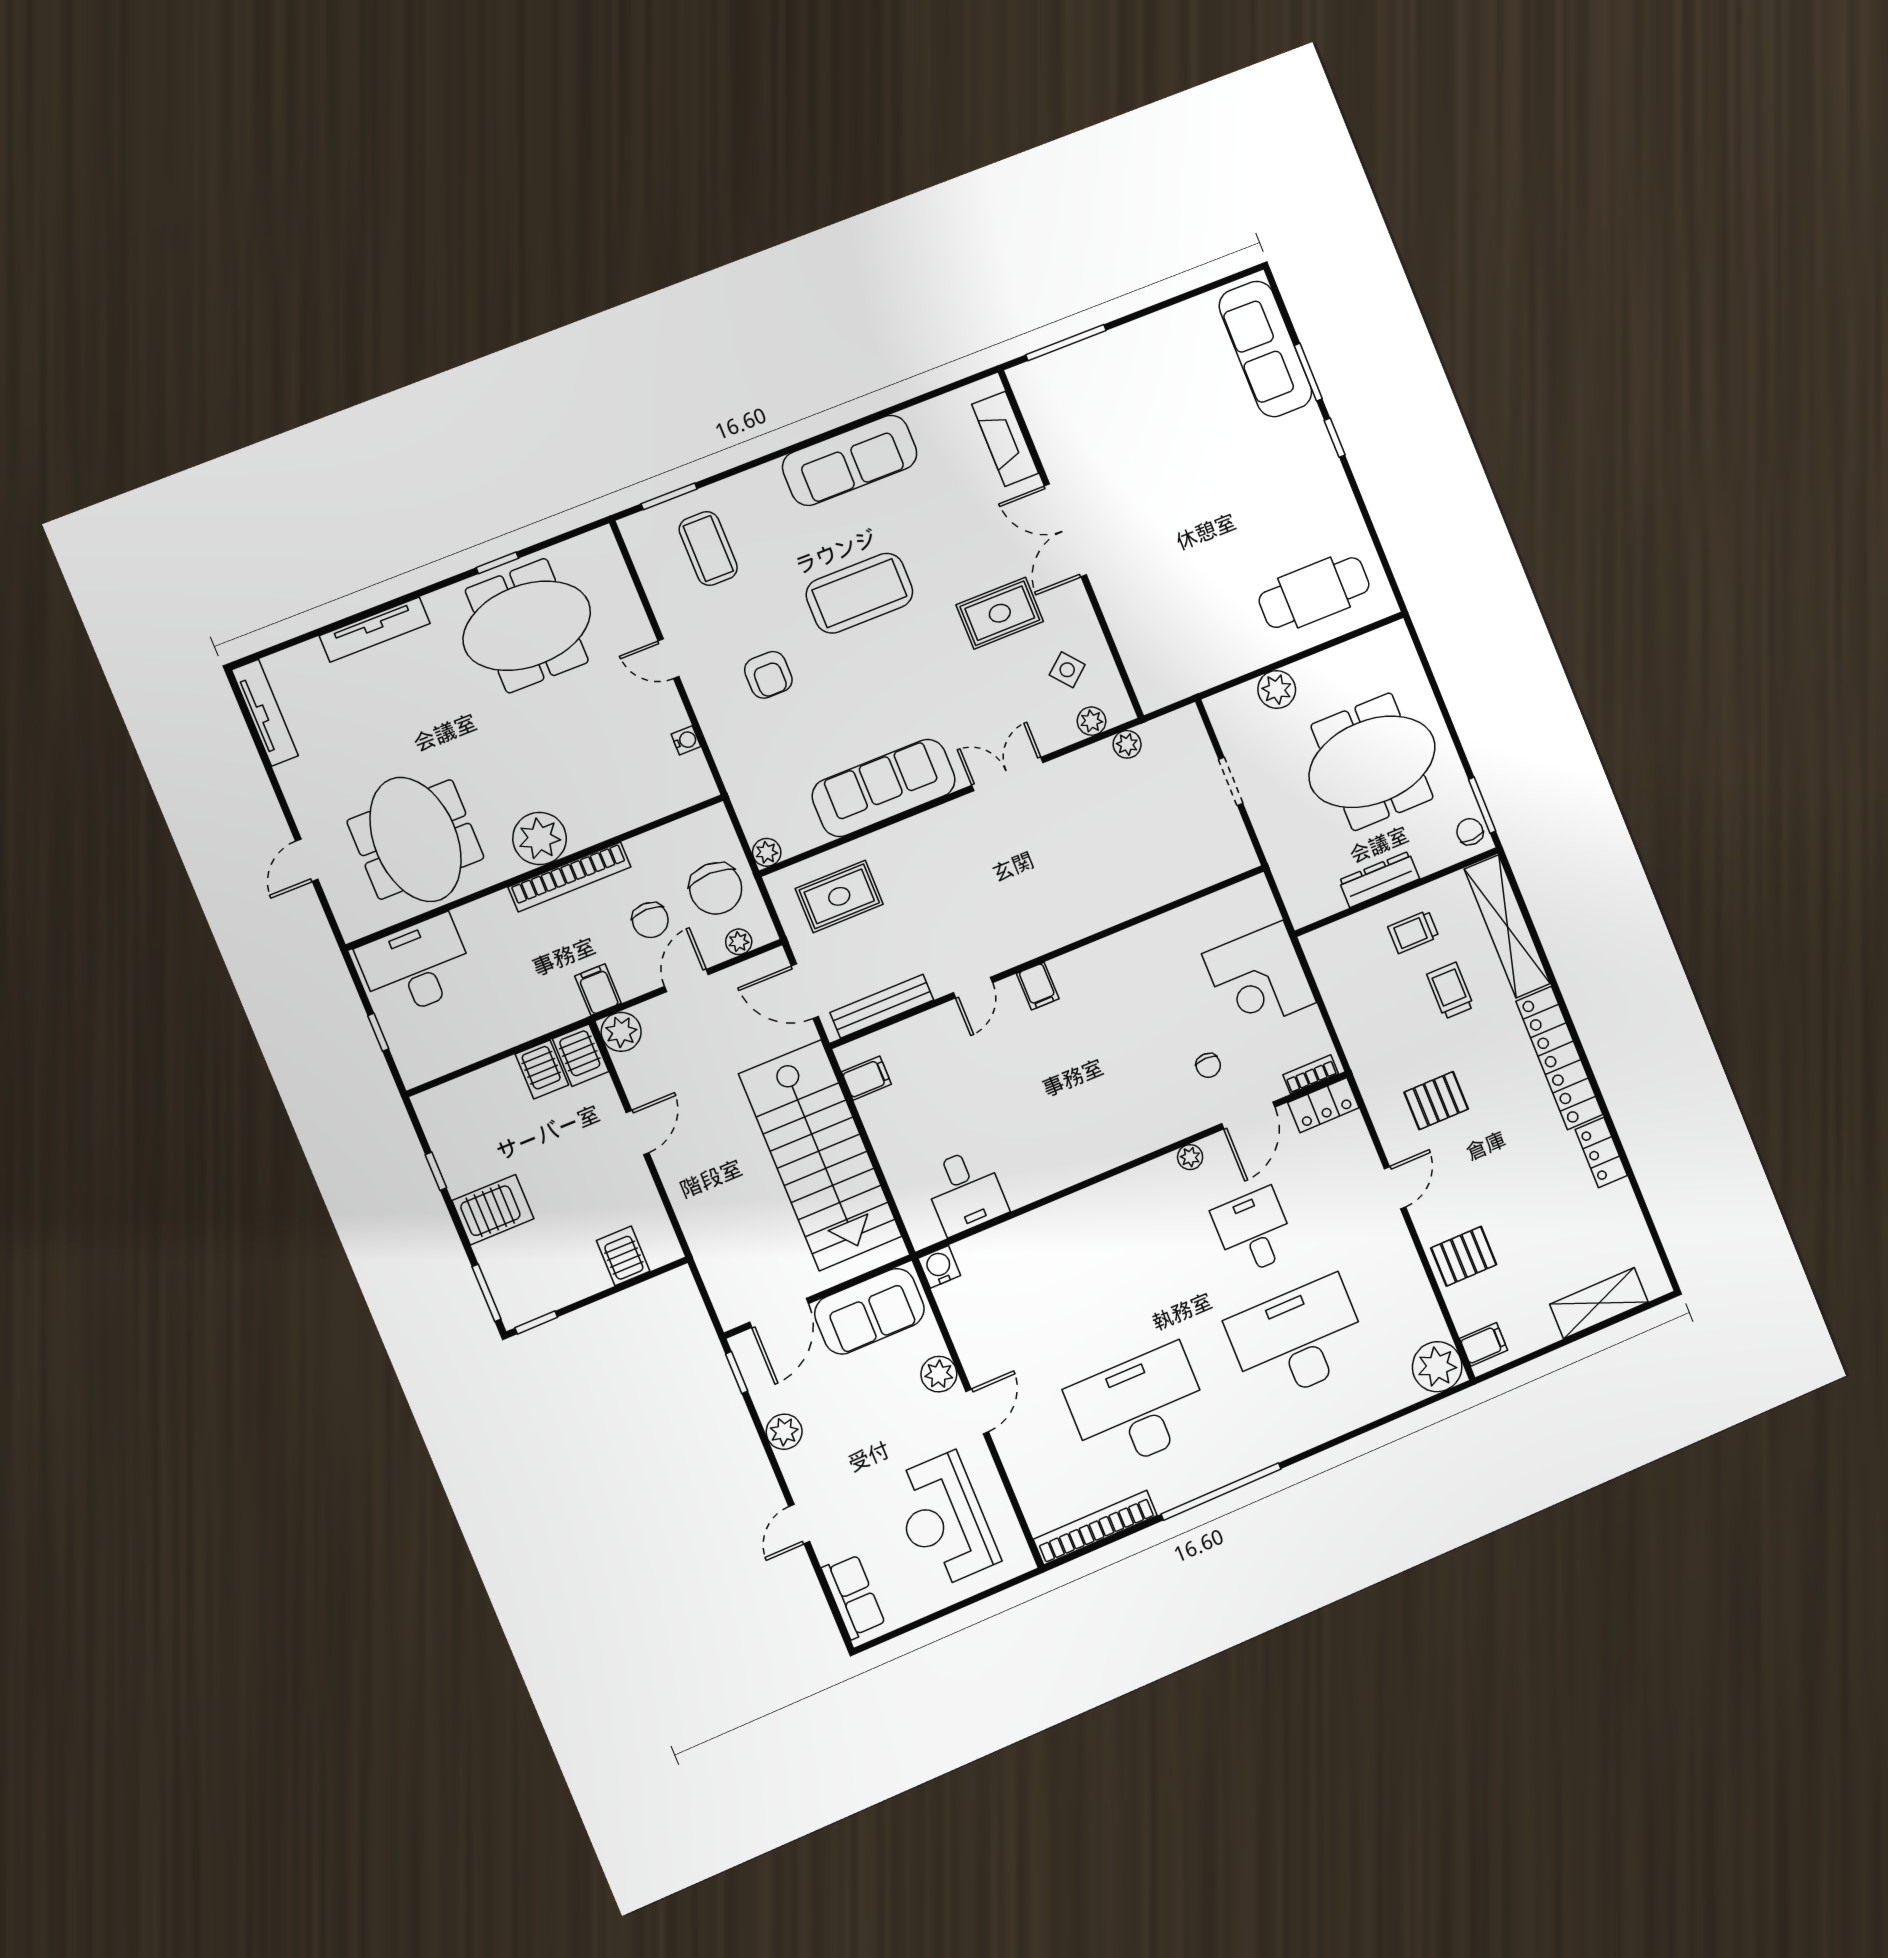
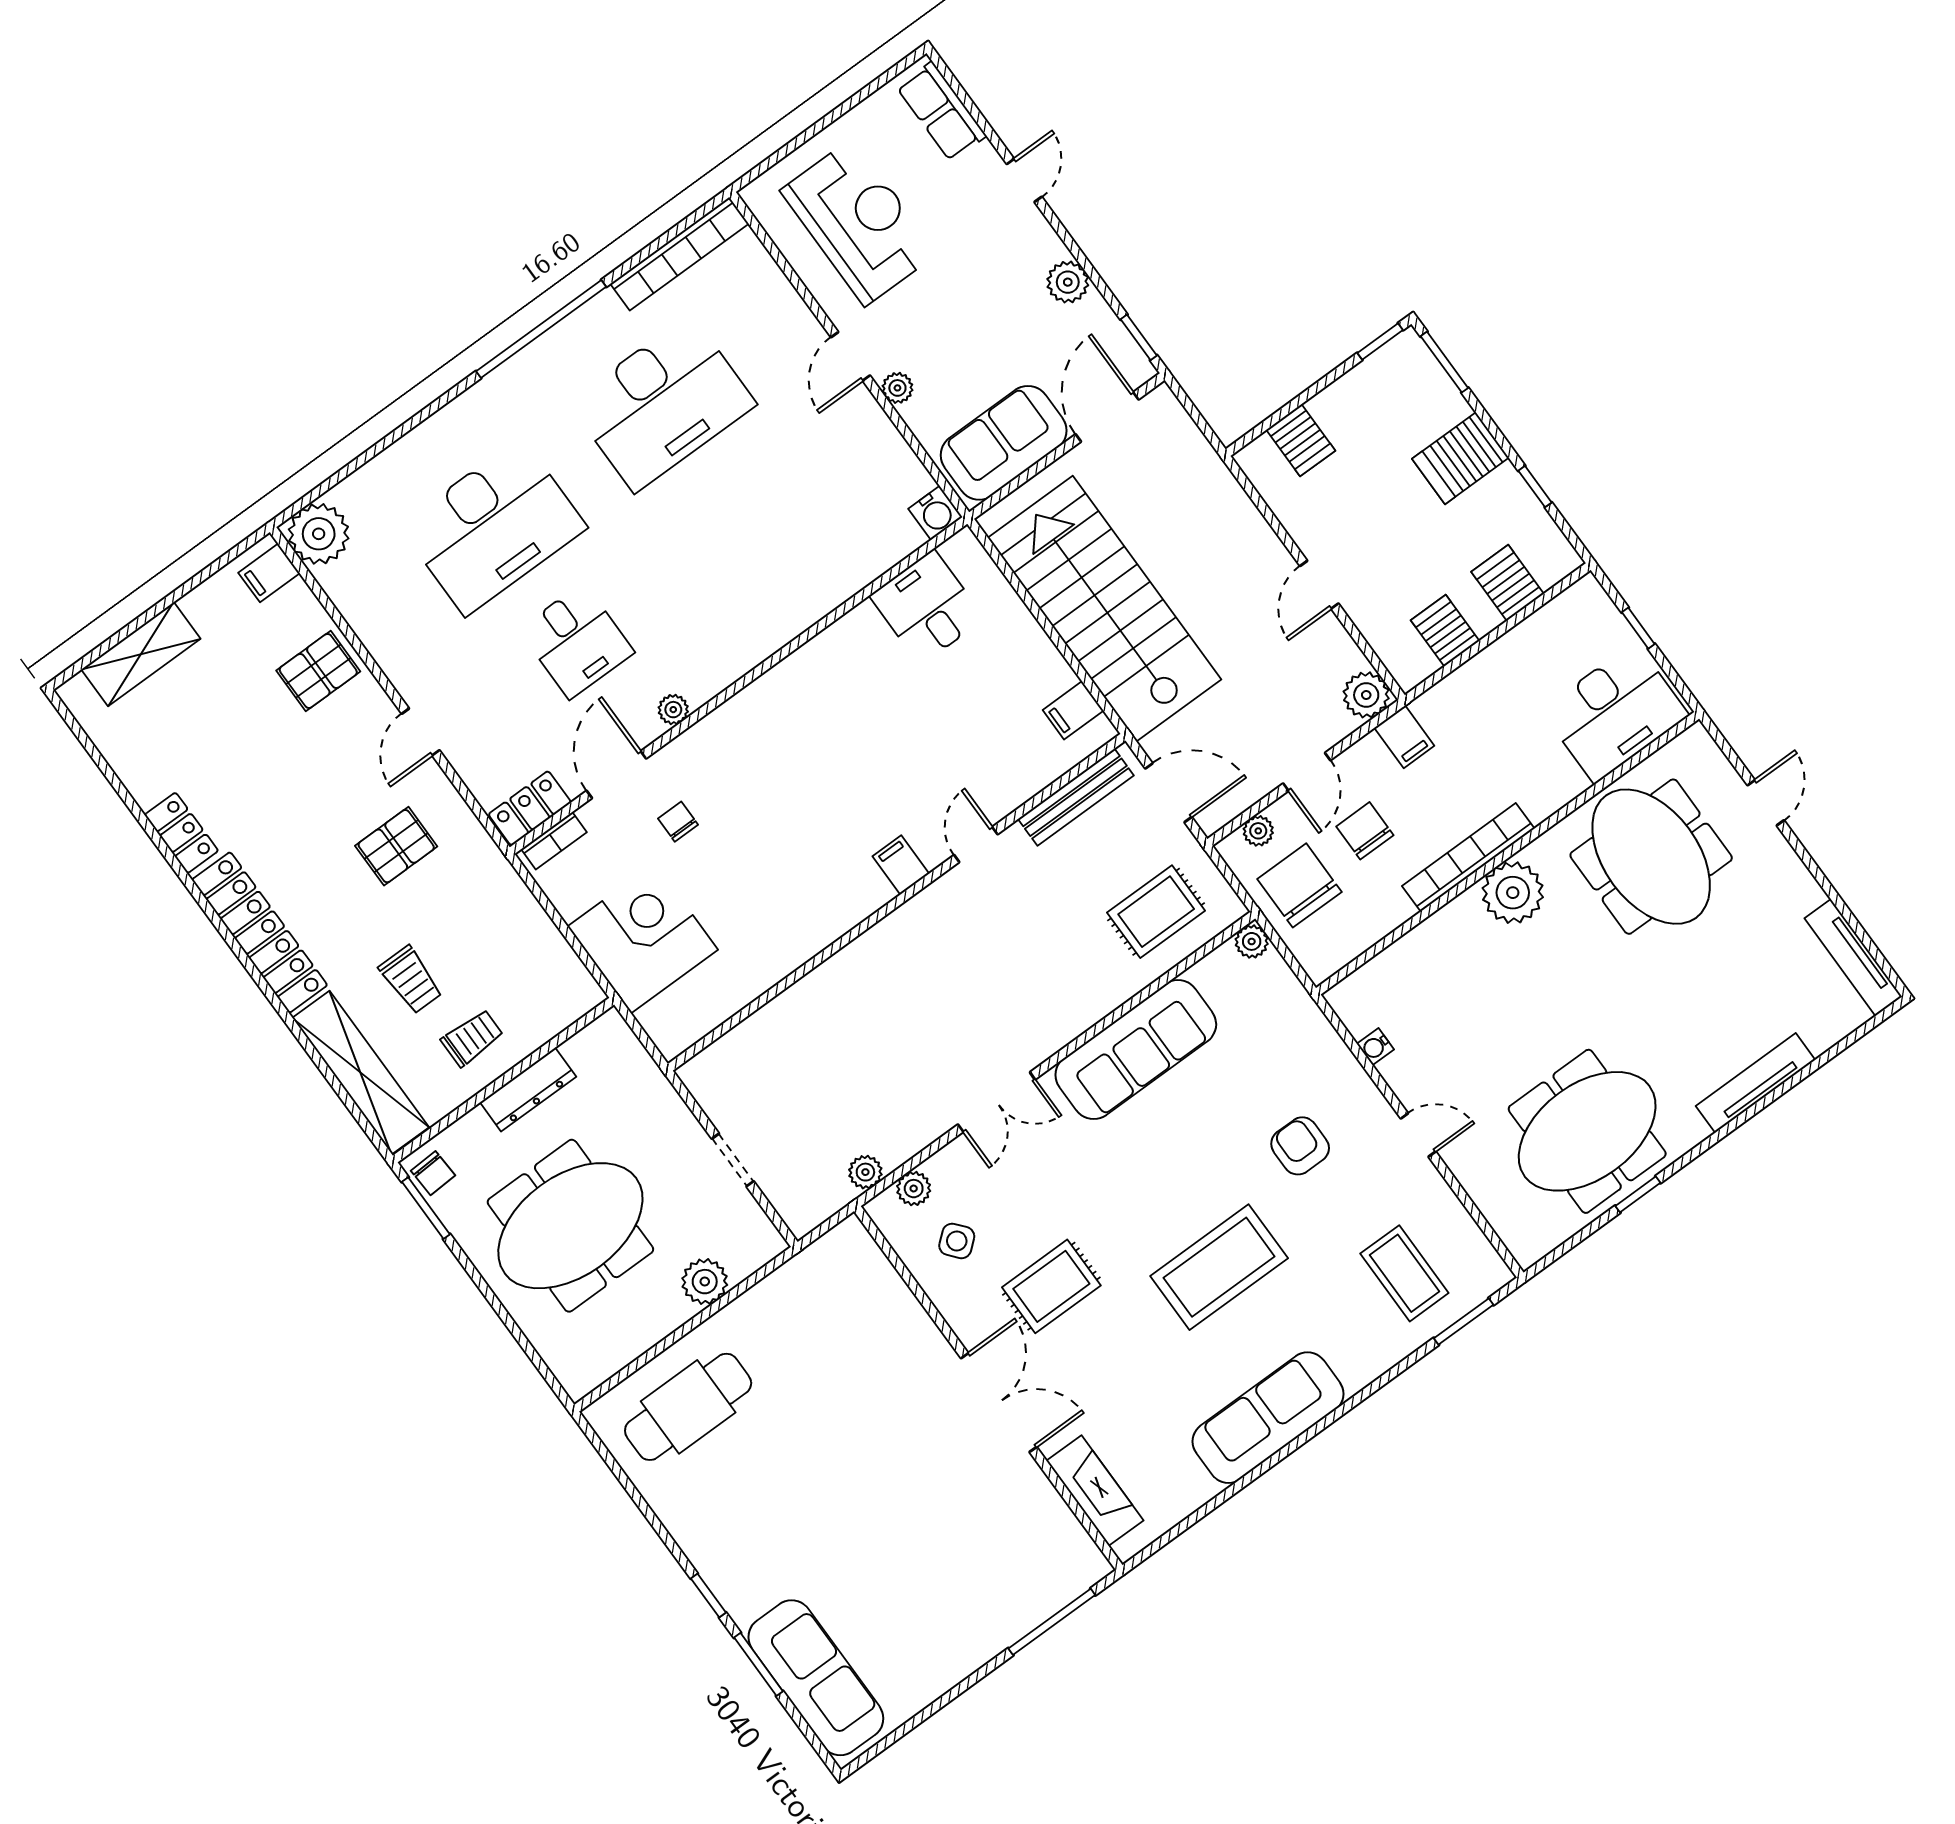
server rack: (581, 1055) -> (1508, 583), moved
plant: (939, 1374) -> (897, 388), width x0.73, depth x0.73

